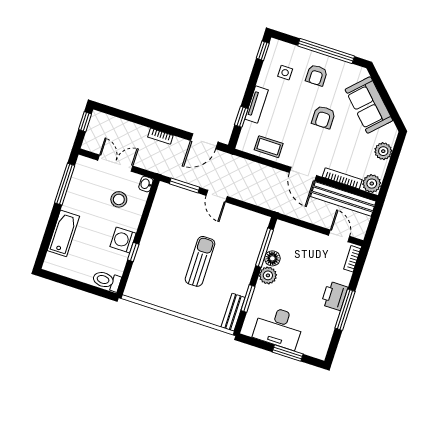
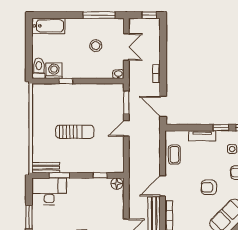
window: (241, 117) -> (221, 128), moved
stool: (119, 199) -> (96, 46), moved
bathtub: (63, 233) -> (48, 26), moved
washing machine: (123, 240) -> (54, 71), moved
window: (265, 248) -> (100, 175), width x0.46
floor lamp: (272, 258) -> (117, 184), moved
plant: (268, 275) -> (81, 184), removed
desk: (279, 327) -> (49, 191), moved, turned 90

